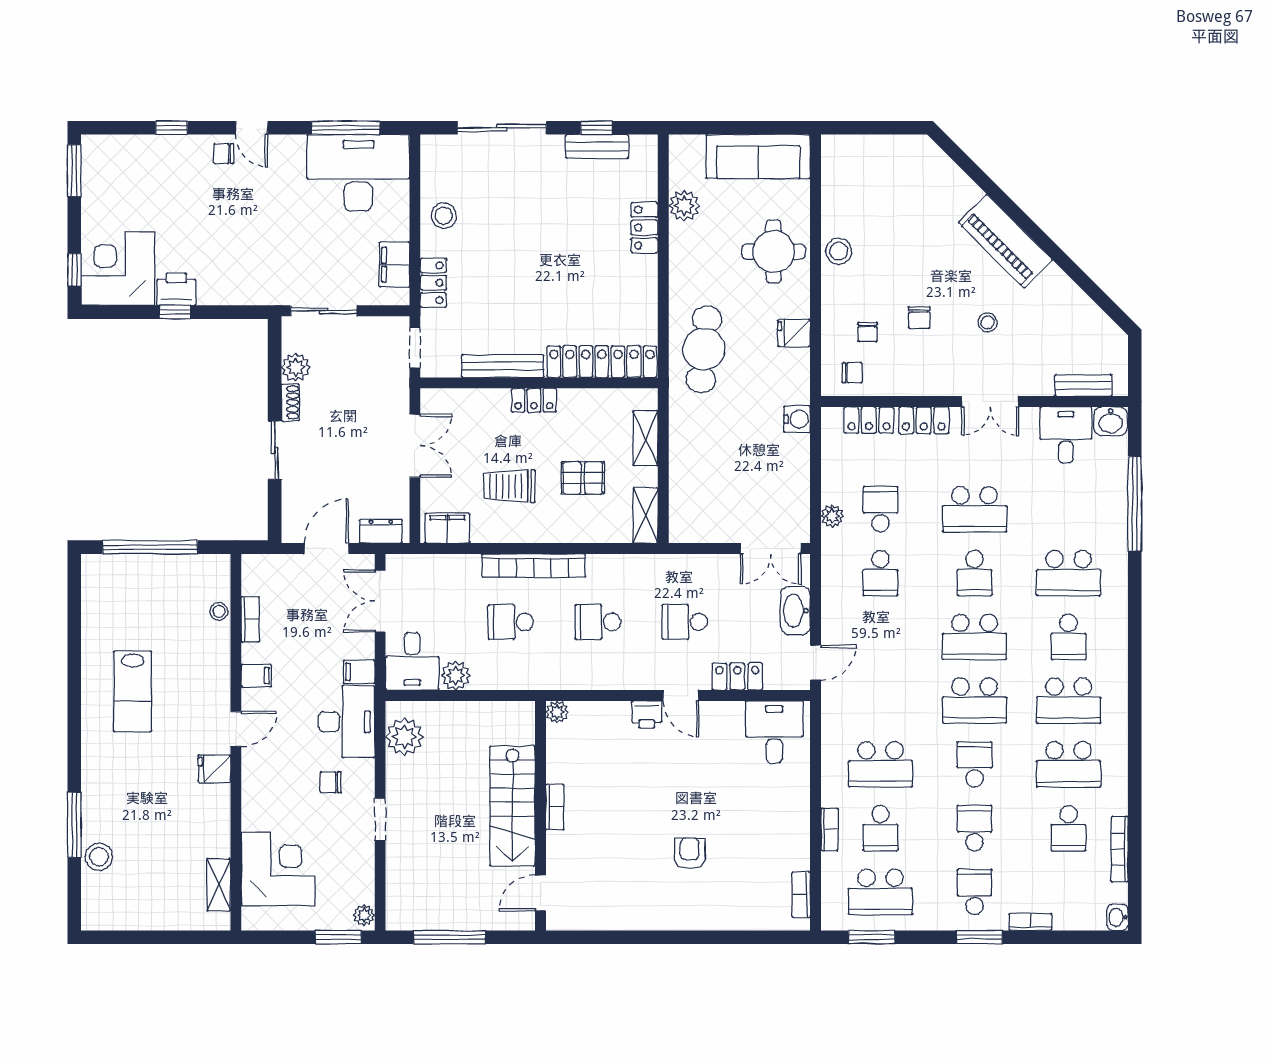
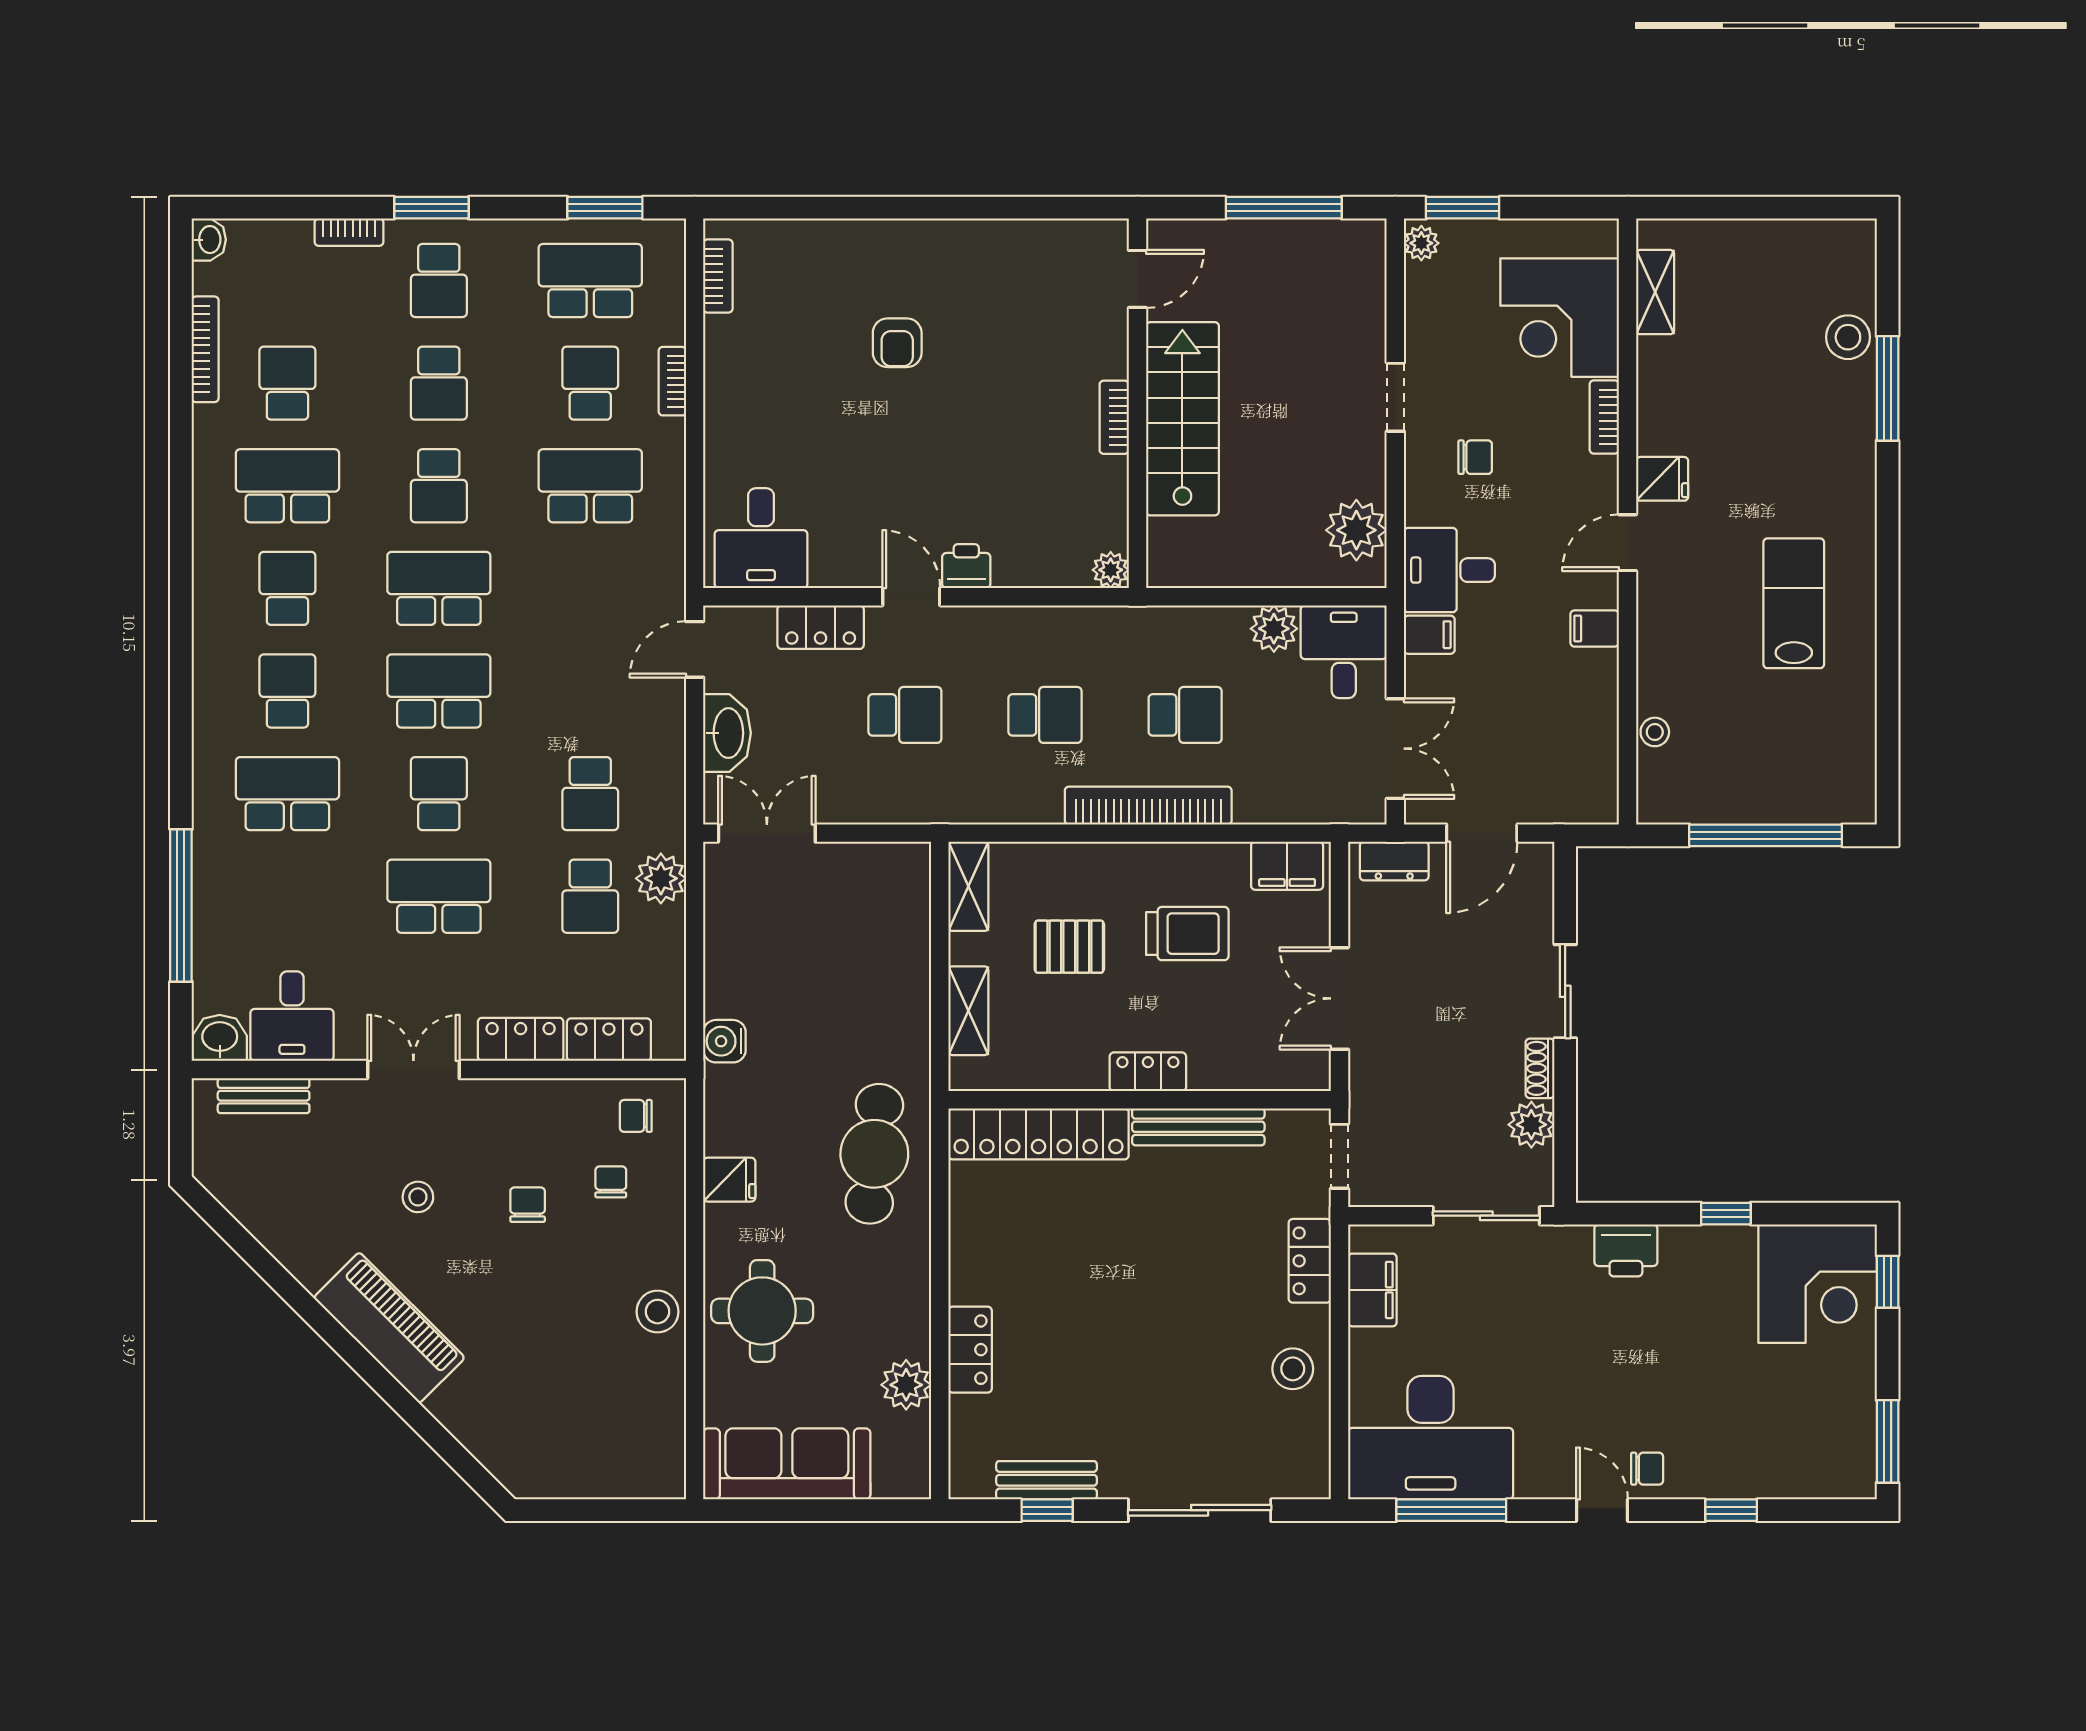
printer: (176, 289) -> (1626, 1250), moved
plant: (832, 516) -> (661, 878), width x1.38, depth x1.38
school desk: (880, 573) -> (590, 794), turned 180
bookcase: (250, 619) -> (1604, 417), moved
school desk: (1069, 701) -> (287, 588), width x0.54
desk: (347, 722) -> (1449, 570), width x0.73

